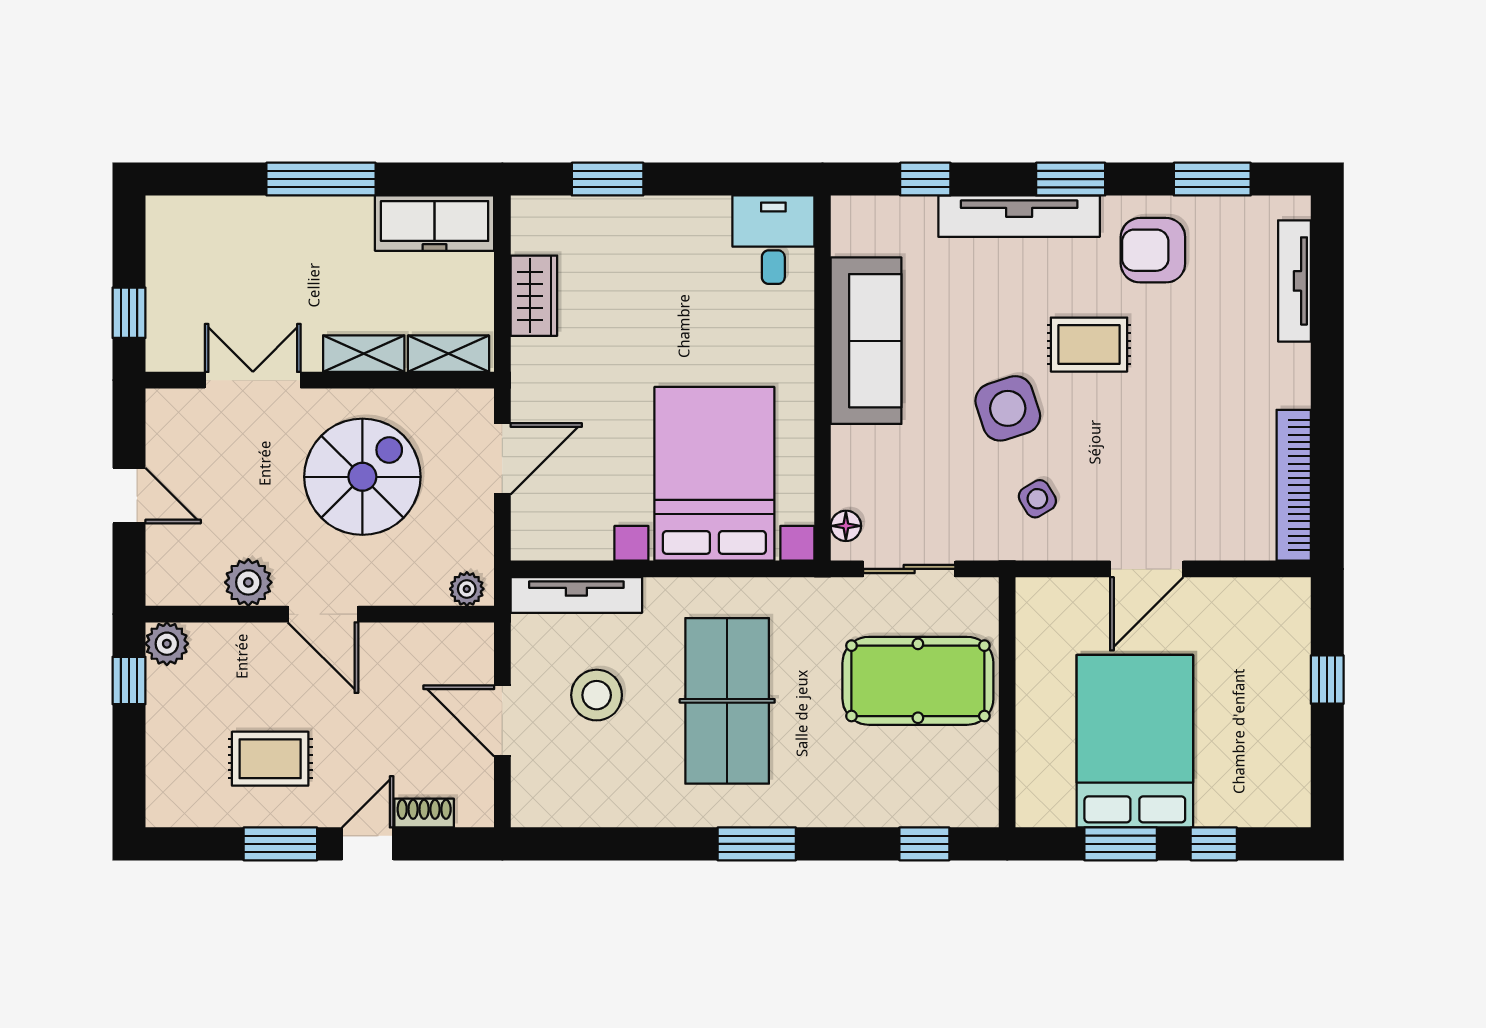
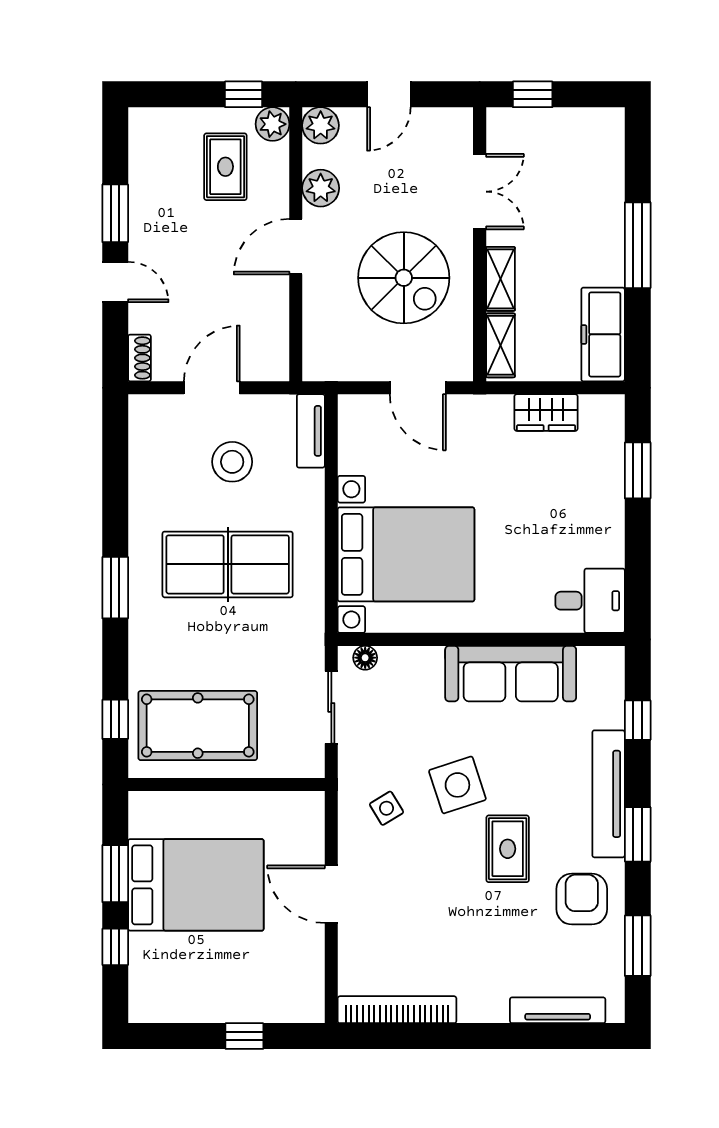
plant: (467, 589) -> (321, 125), moved, width x1.38, depth x1.38
tv unit: (576, 595) -> (311, 431), width x0.71
pool table: (918, 681) -> (198, 726), moved, turned 90
rug: (270, 759) -> (225, 167), moved
shoe rack: (424, 813) -> (139, 358), moved

